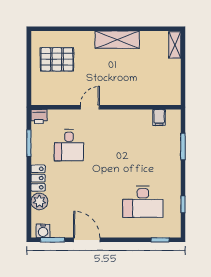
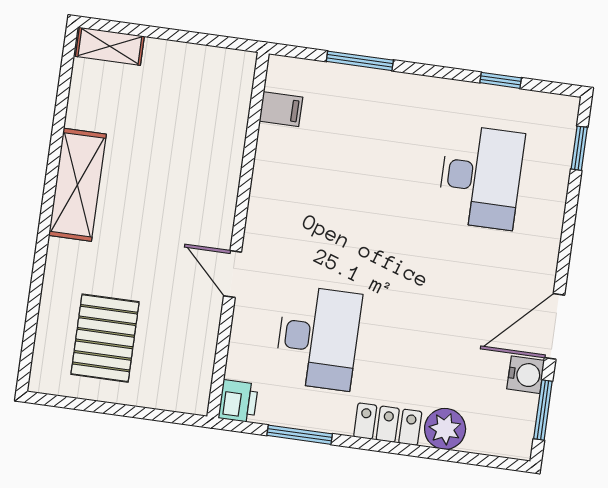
desk: (69, 145) -> (318, 338), width x1.37
water cooler: (43, 231) -> (526, 375), moved

